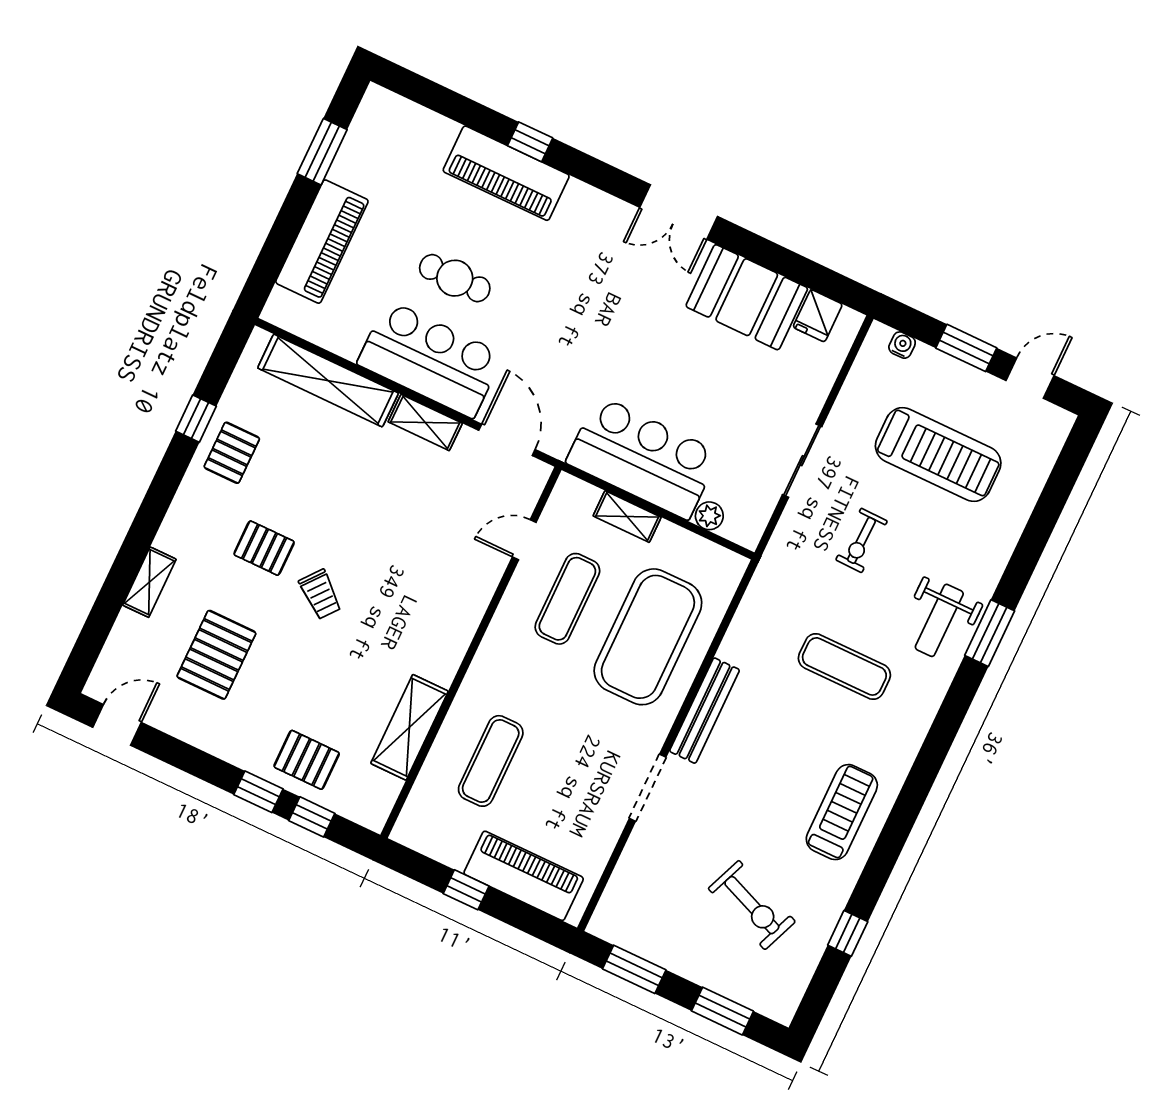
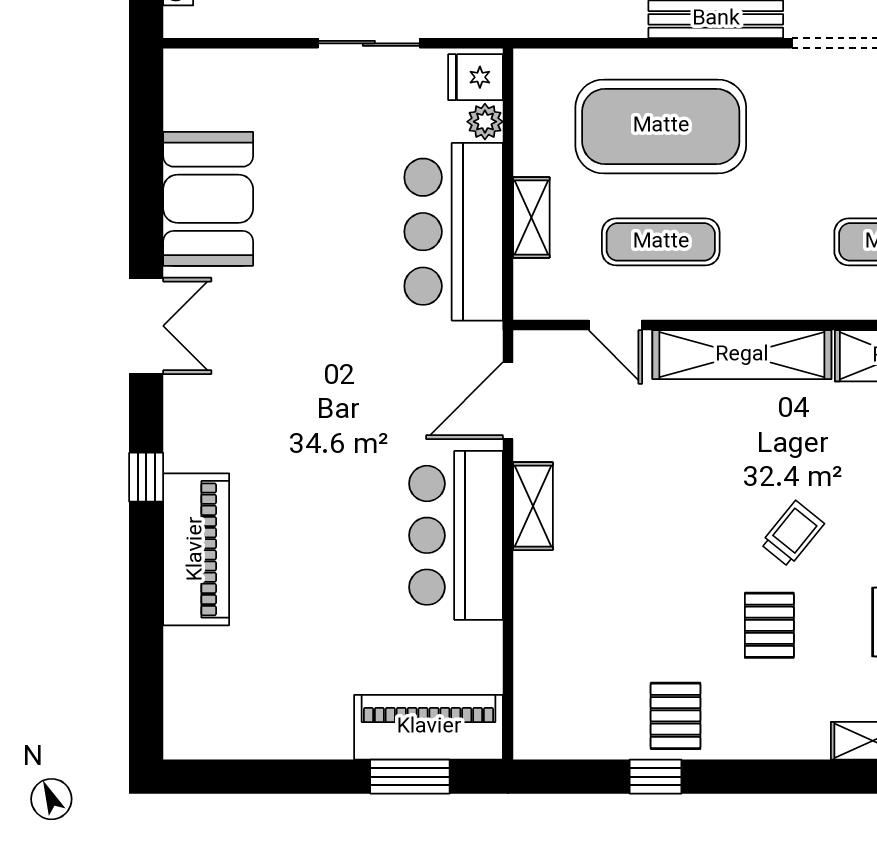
window: (530, 142) -> (146, 477), moved
window: (322, 152) -> (410, 777), moved
piano: (322, 242) -> (429, 727), moved
cafe table: (455, 278) -> (347, 551), removed
fridge: (818, 316) -> (476, 77), moved, turned 180
shelving: (328, 381) -> (742, 355), moved, turned 90
pallet: (232, 453) -> (676, 716), turned 90

